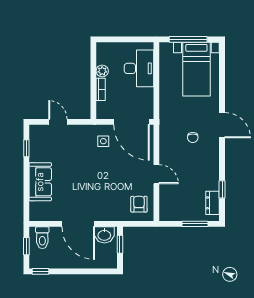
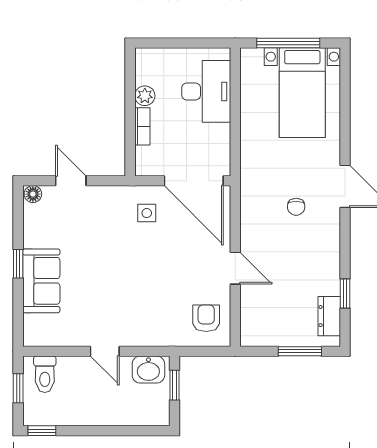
floor lamp: (35, 130) -> (33, 194), added
window: (26, 148) -> (18, 264), moved
door: (78, 224) -> (105, 351), width x0.53

